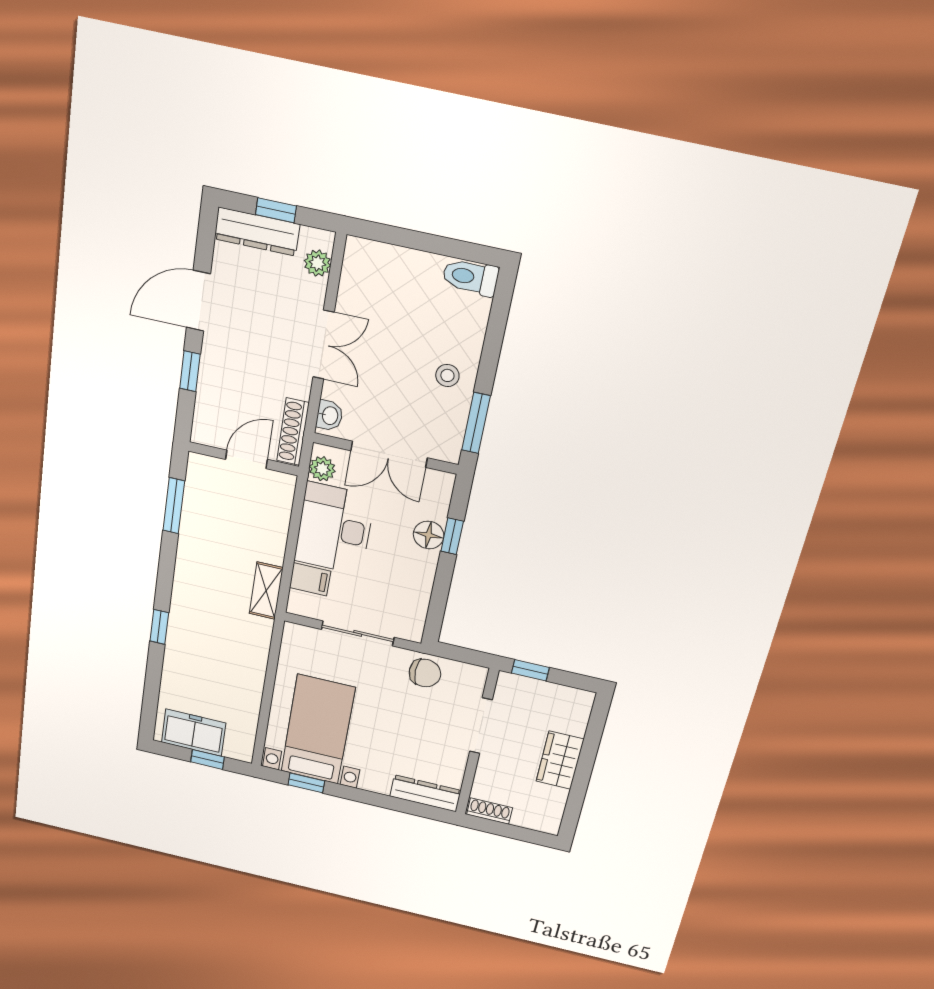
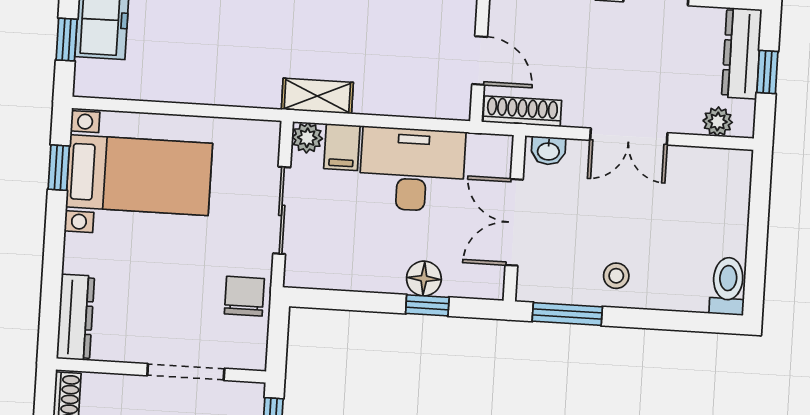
plant: (322, 469) -> (307, 138), moved
chair: (425, 673) -> (244, 296), turned 180

